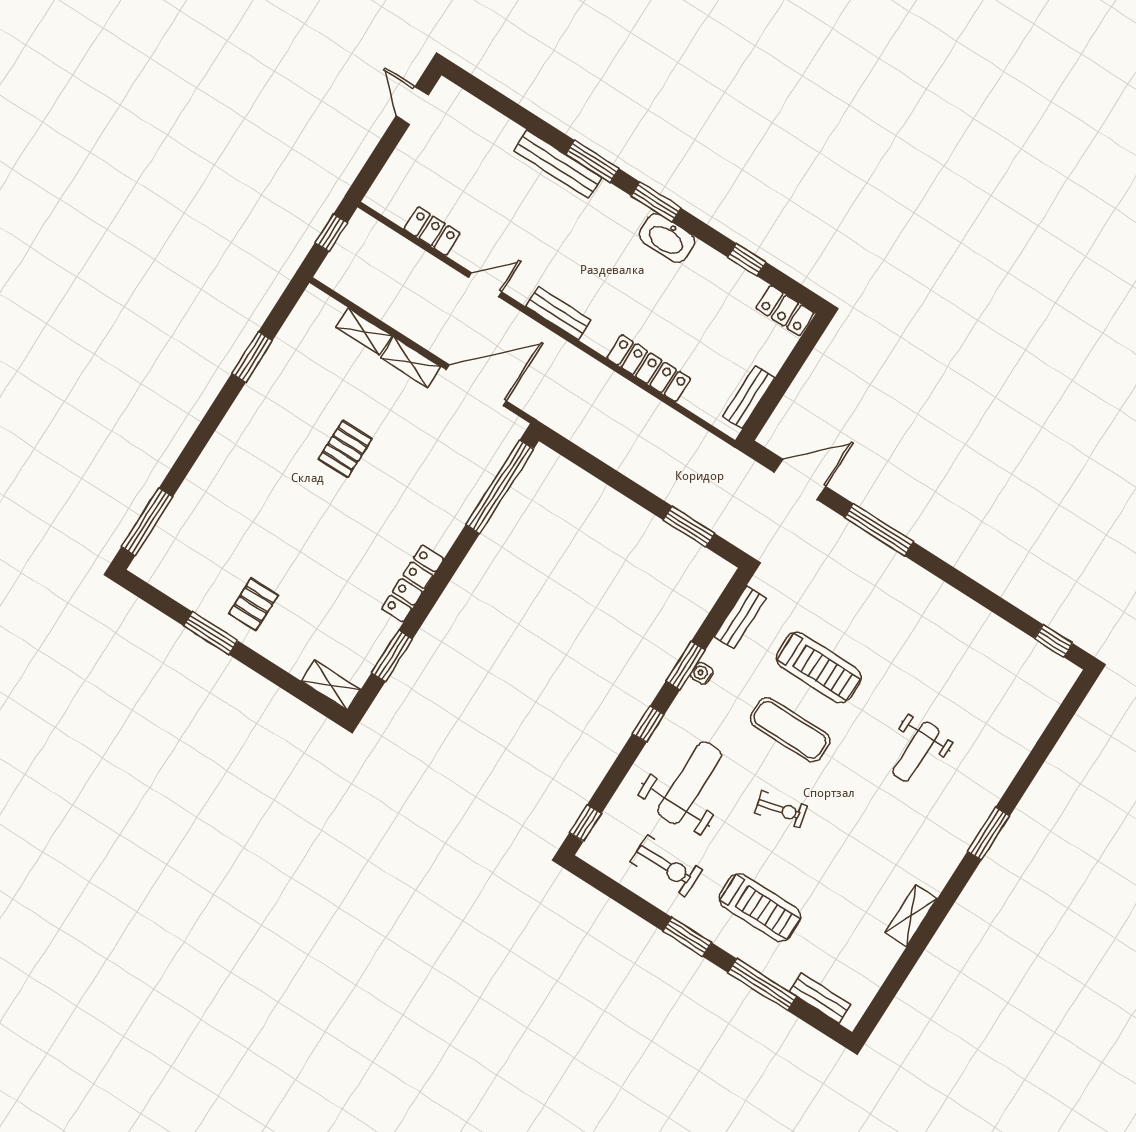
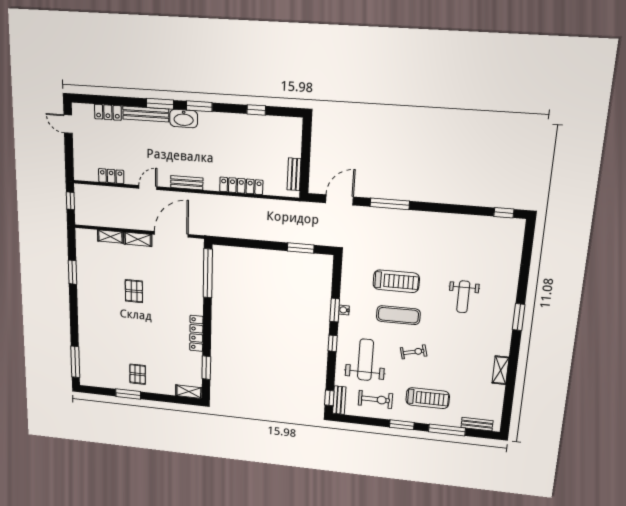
washbasin: (667, 238) -> (184, 119), moved
locker: (785, 311) -> (108, 112), moved
bench: (740, 617) -> (339, 400), moved

